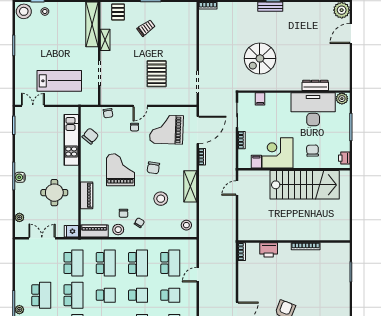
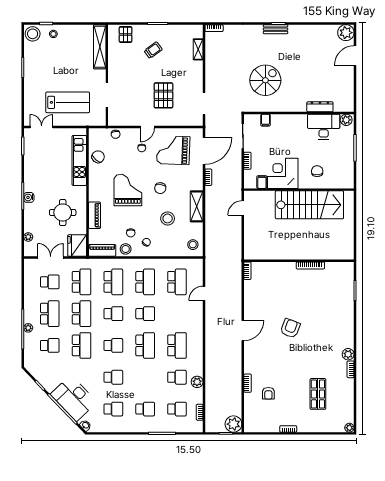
shelving: (105, 40) -> (198, 49), moved
spiral stairs: (260, 58) -> (265, 80), turned 180
desk: (313, 109) -> (324, 127), width x0.73, depth x0.77
printer: (344, 158) -> (348, 179), removed
fridge: (71, 231) -> (77, 246), width x1.88, depth x1.34
printer: (269, 250) -> (274, 269), removed
school desk: (170, 295) -> (50, 282), moved

